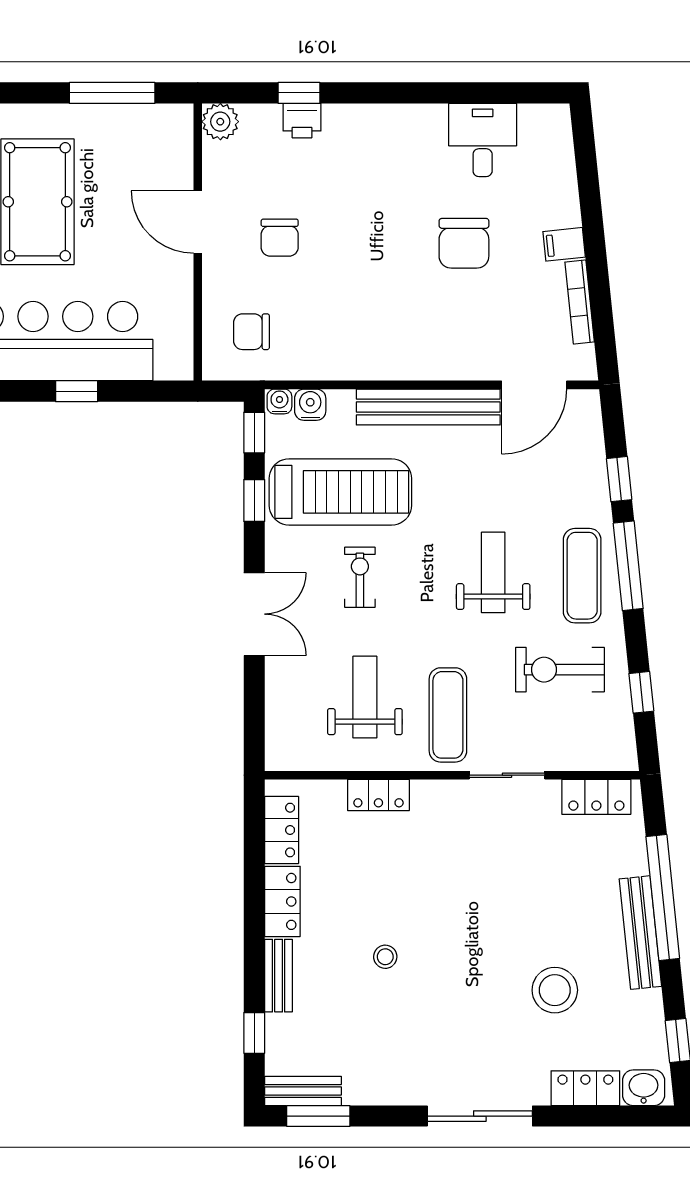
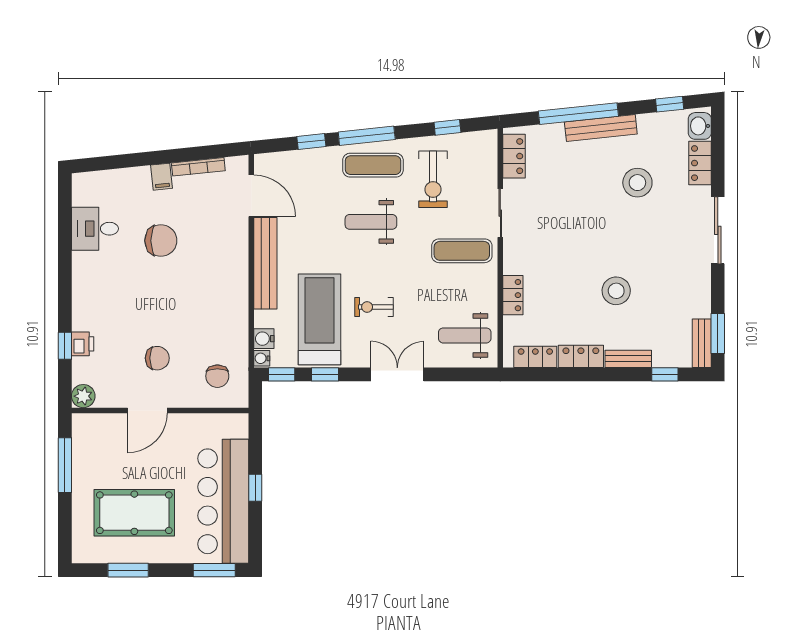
weight bench: (365, 697) -> (465, 335), moved
stool: (385, 957) -> (616, 291), width x1.89, depth x1.89

